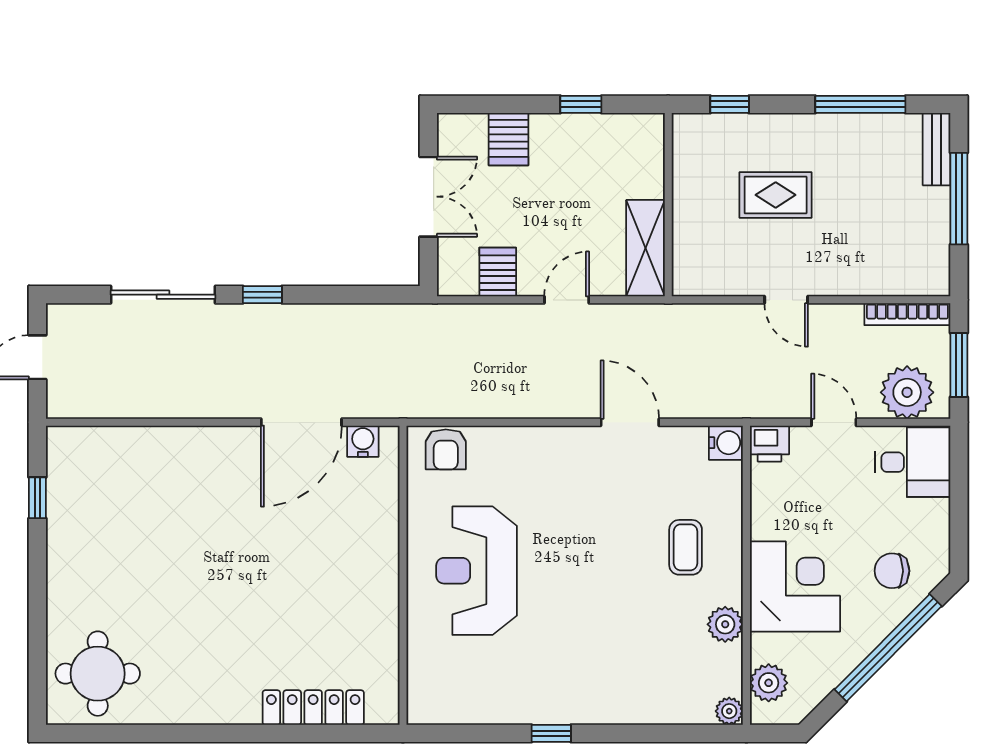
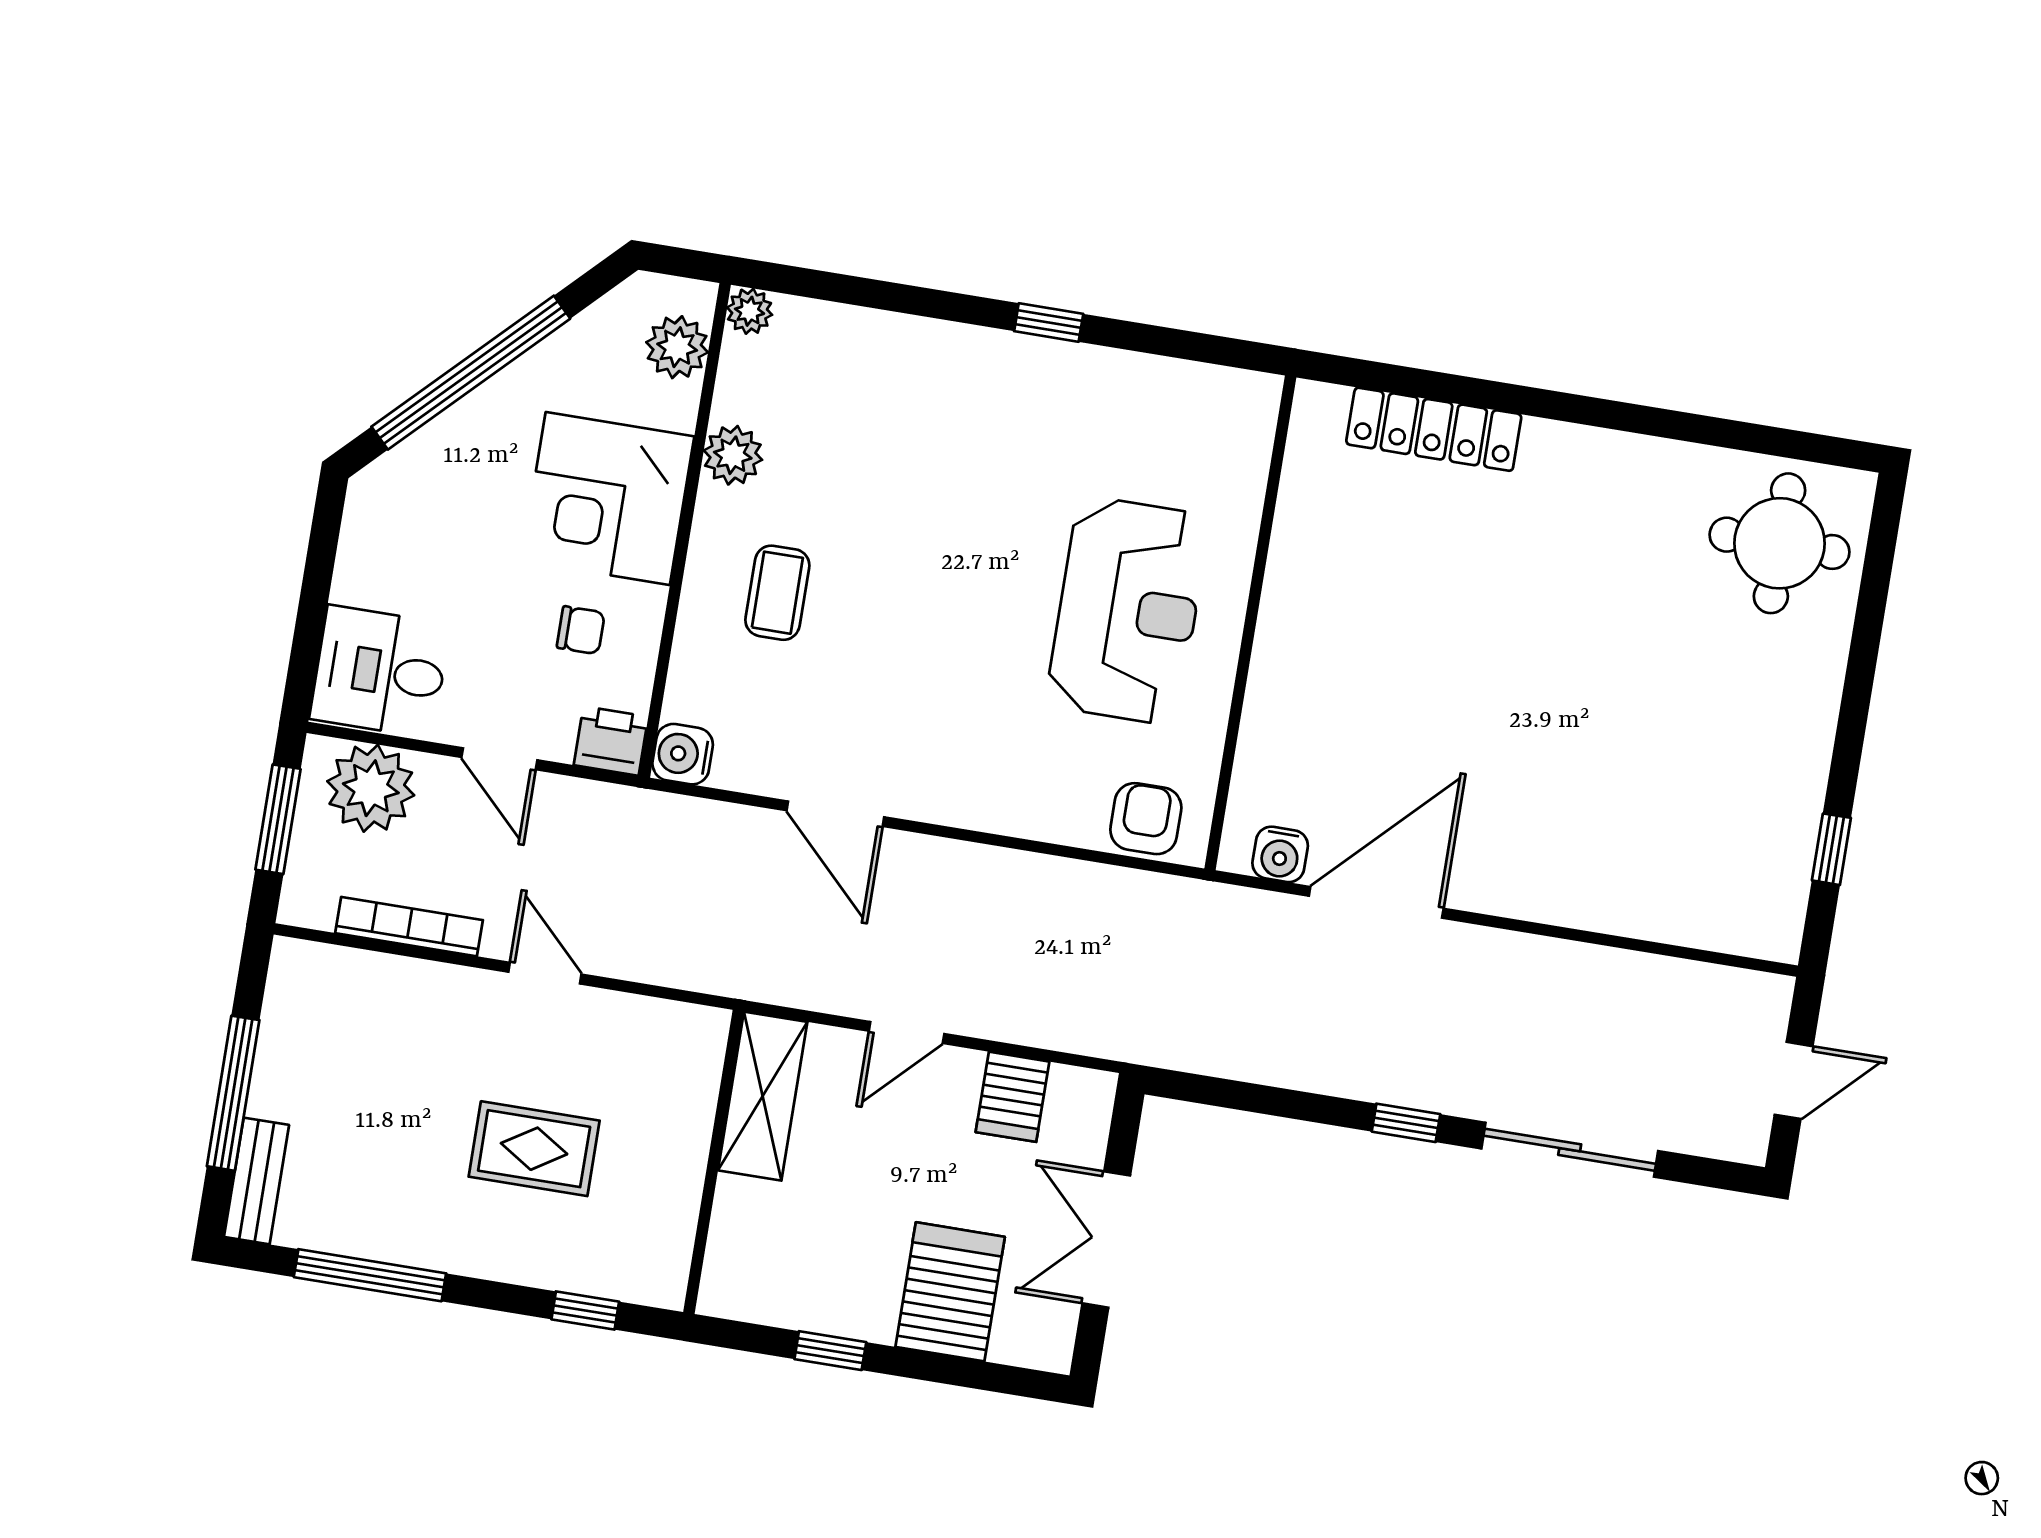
server rack: (508, 139) -> (950, 1292), width x1.36, depth x1.44
bookcase: (907, 314) -> (409, 927), moved
chair: (892, 571) -> (581, 630), moved, width x0.73, depth x0.73

